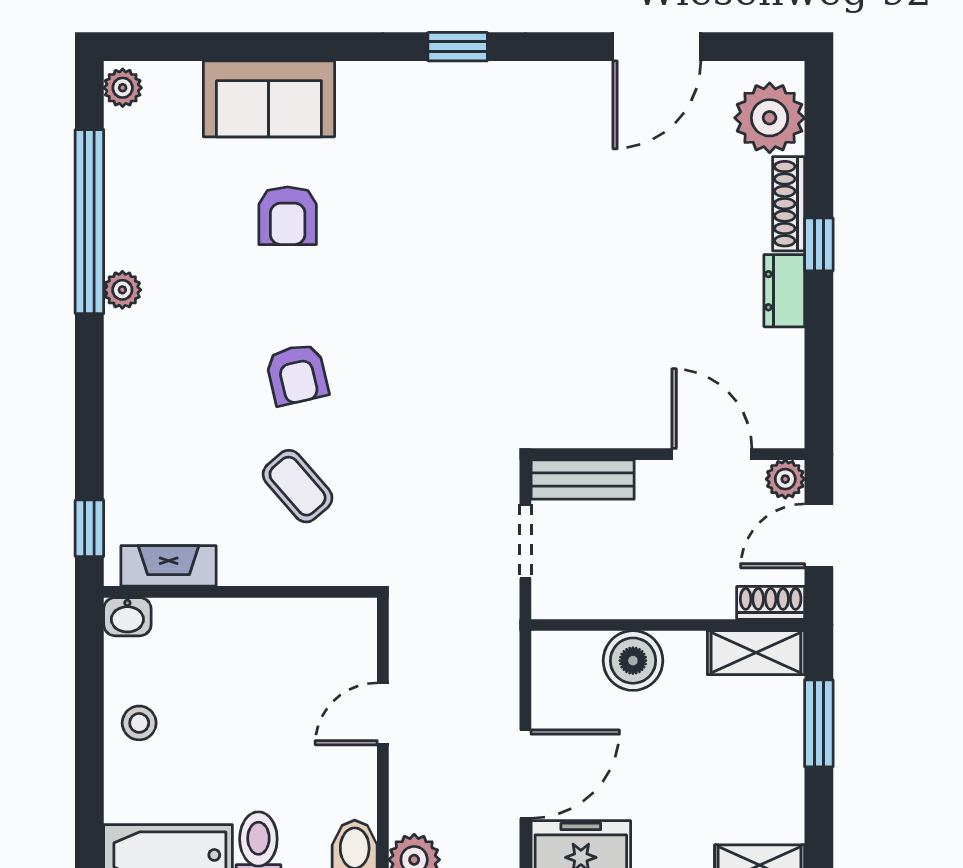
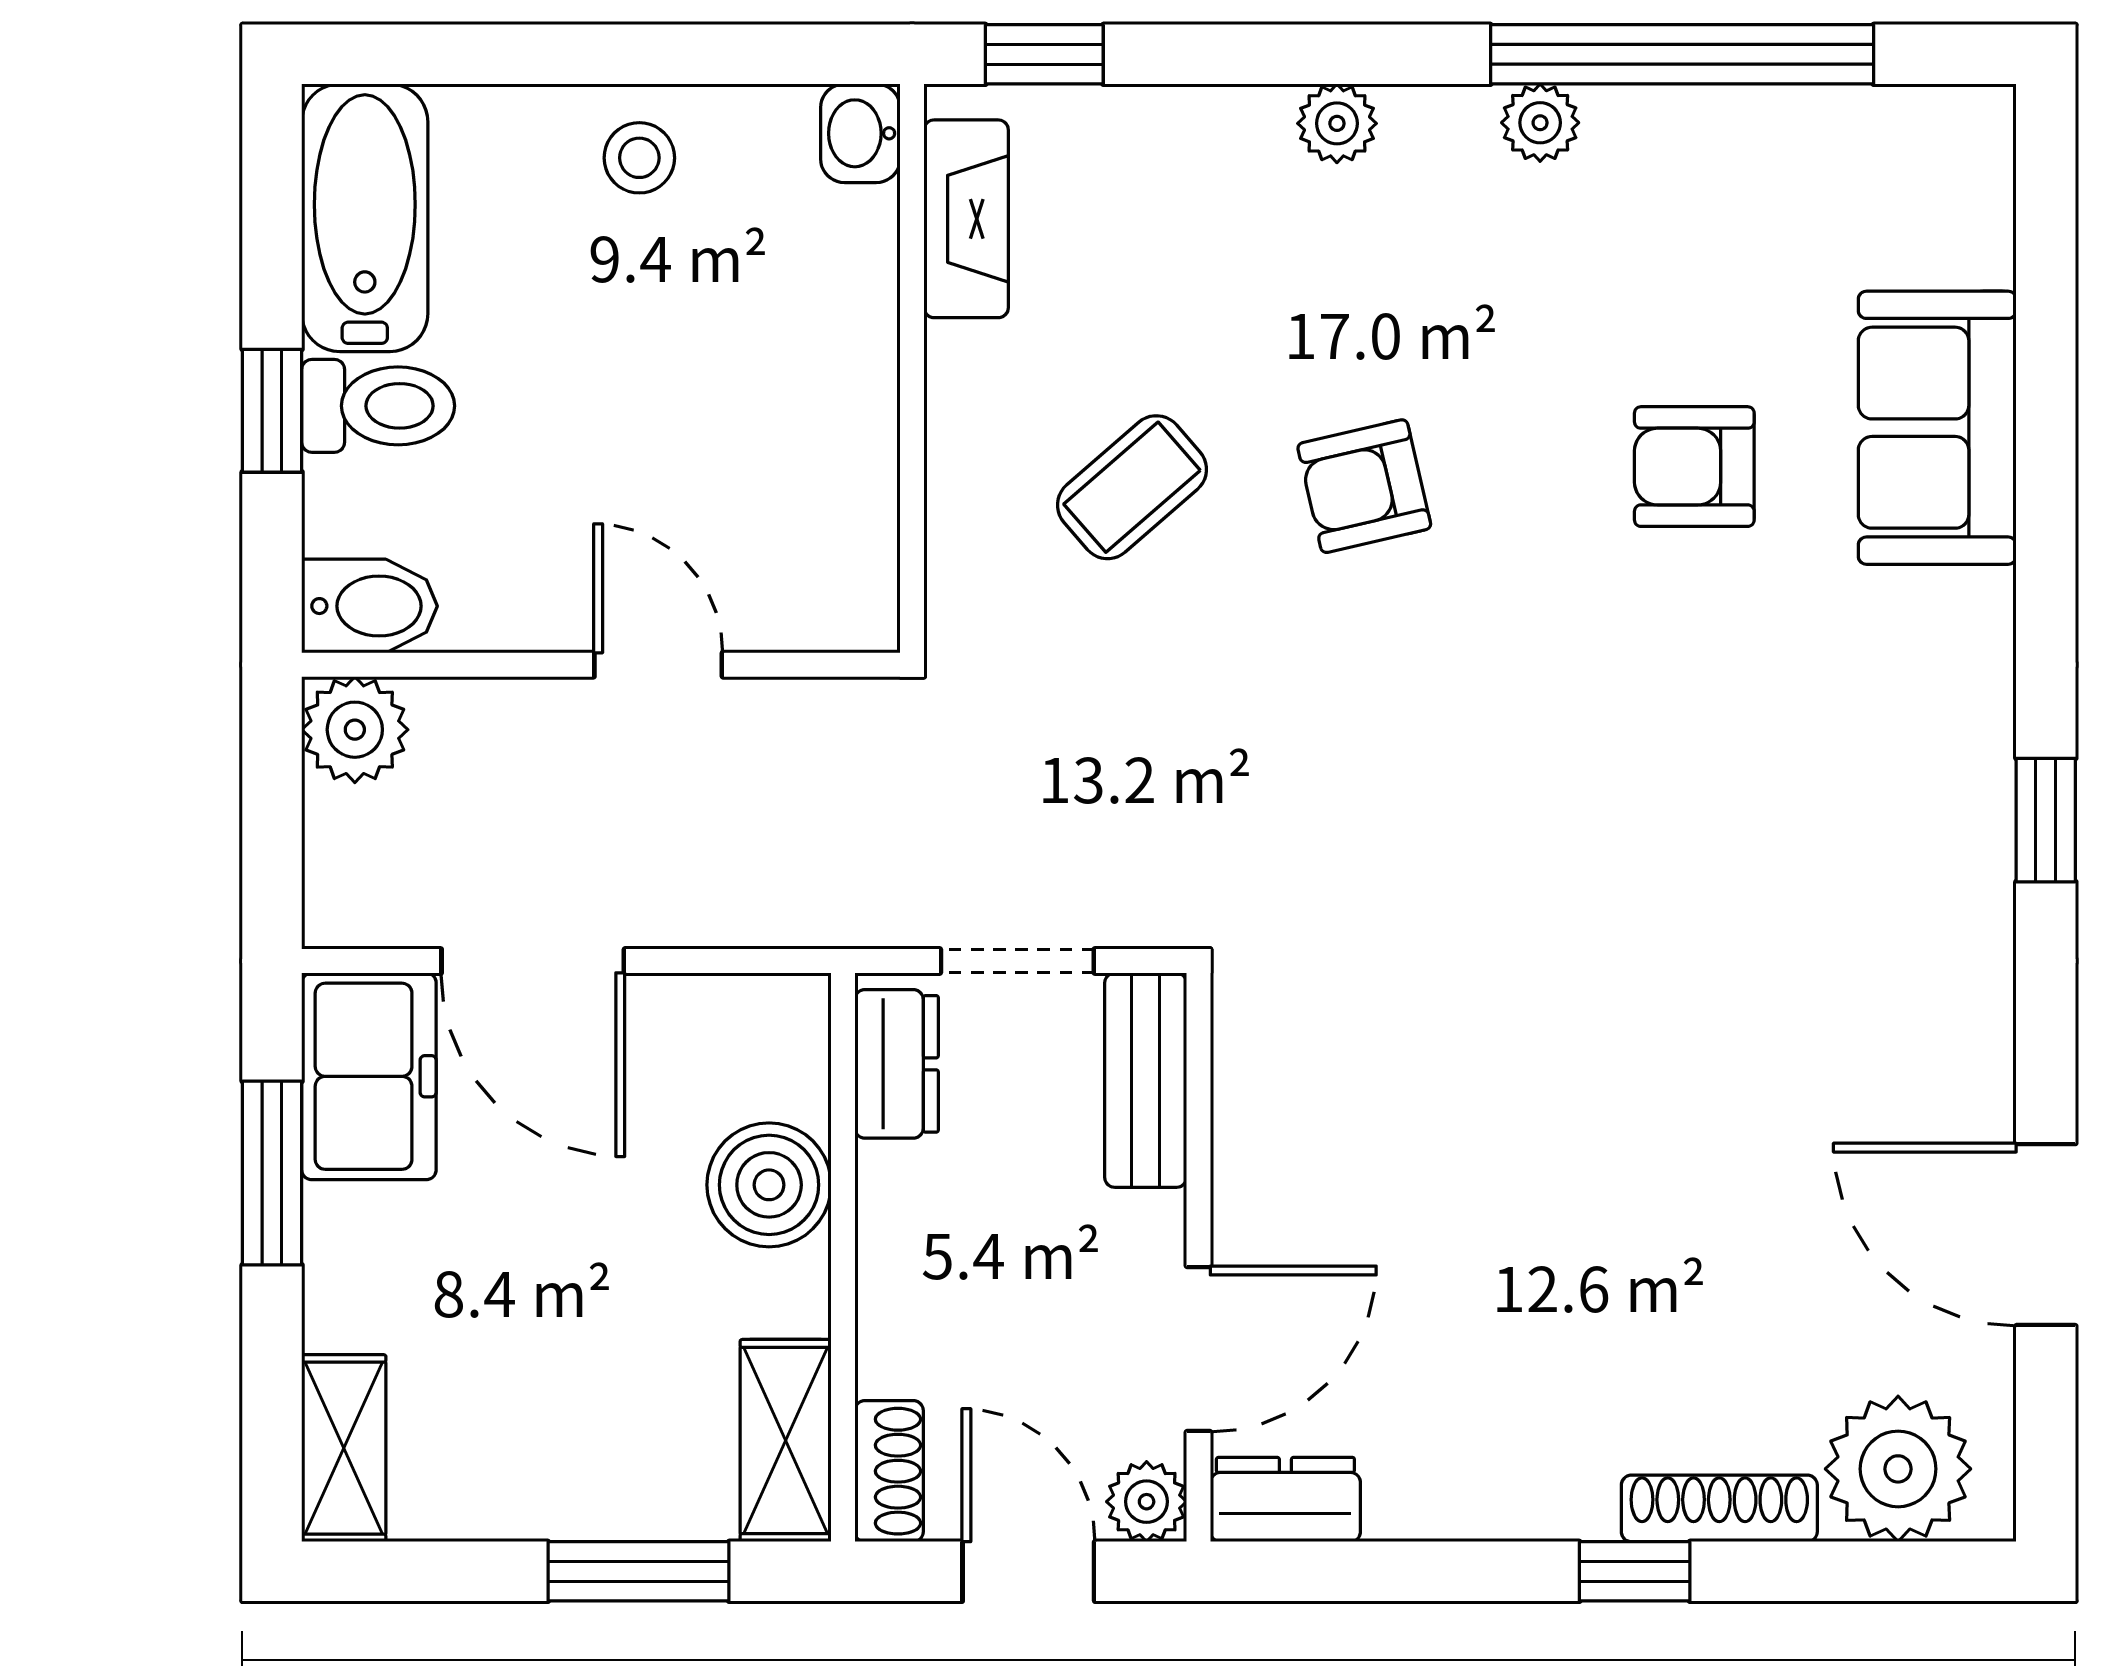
plant: (123, 88) -> (1337, 123), moved
dresser: (784, 291) -> (1285, 1500), moved
dresser: (575, 599) -> (897, 1064), added

